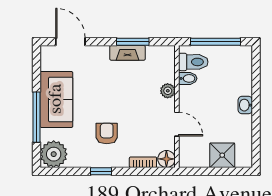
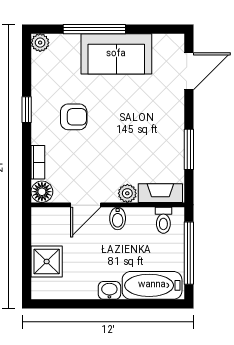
fireplace: (127, 53) -> (160, 193), moved, turned 90
toilet: (193, 62) -> (163, 220), width x0.73, depth x0.72
bathtub: (241, 71) -> (152, 285), added
bidet: (188, 78) -> (118, 218), moved
plant: (54, 154) -> (40, 43), width x0.53, depth x0.53

